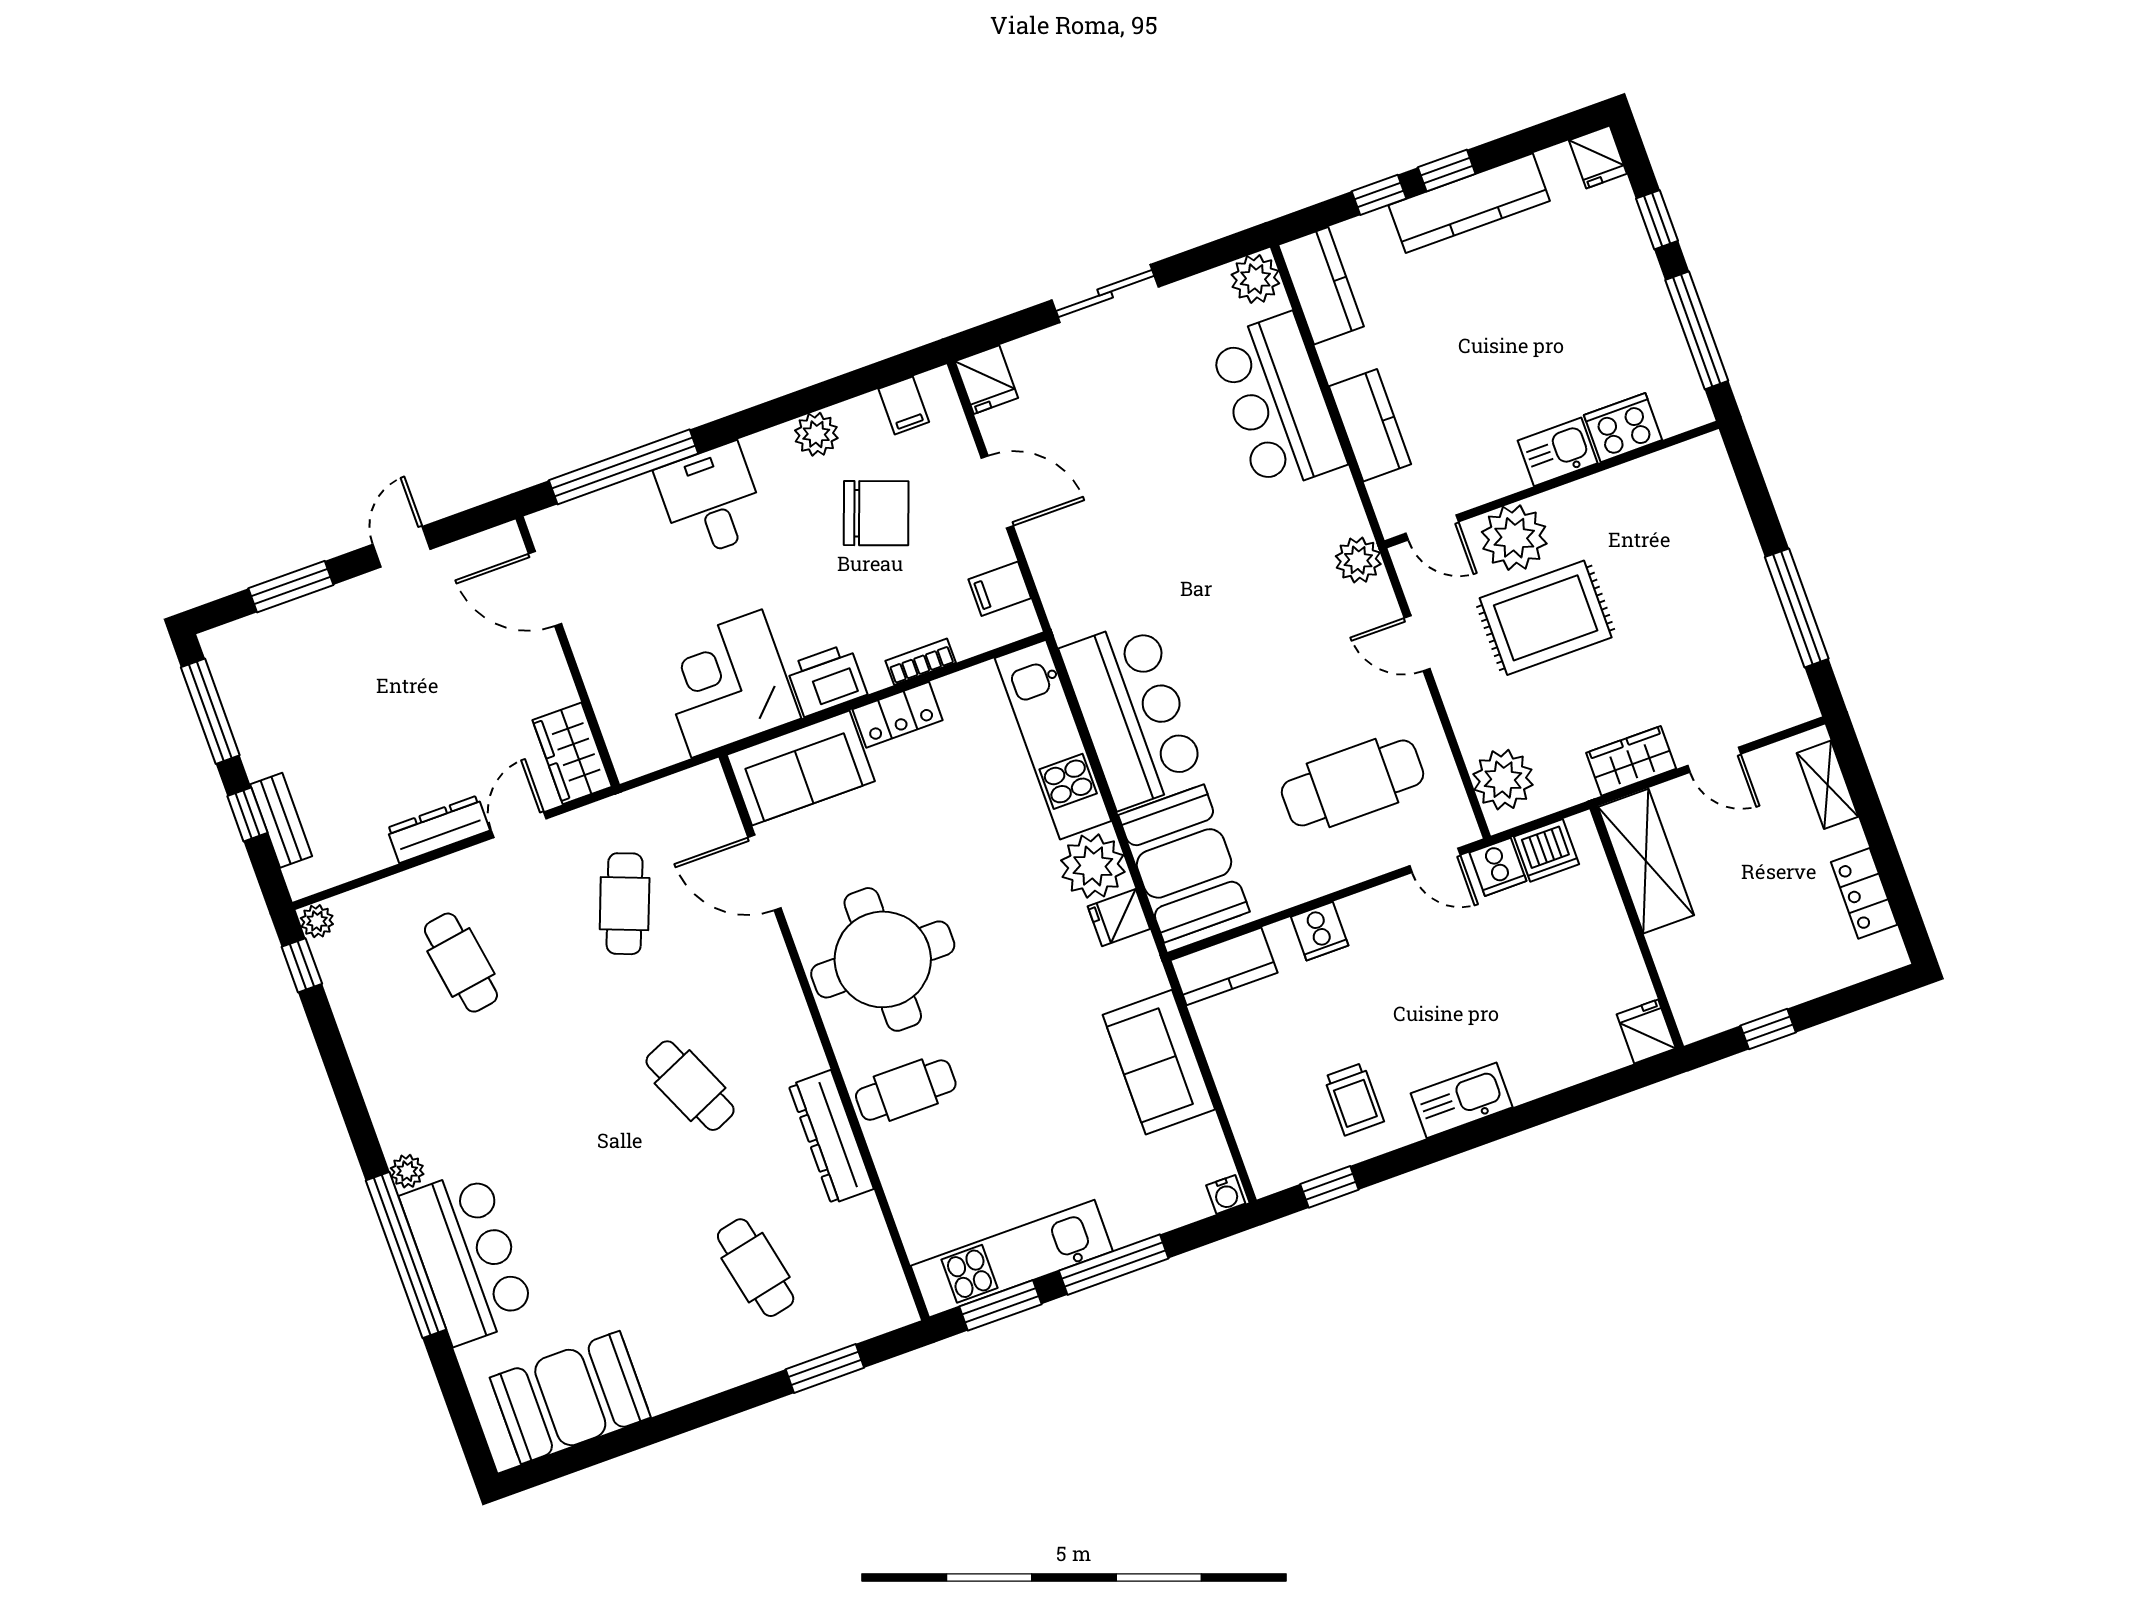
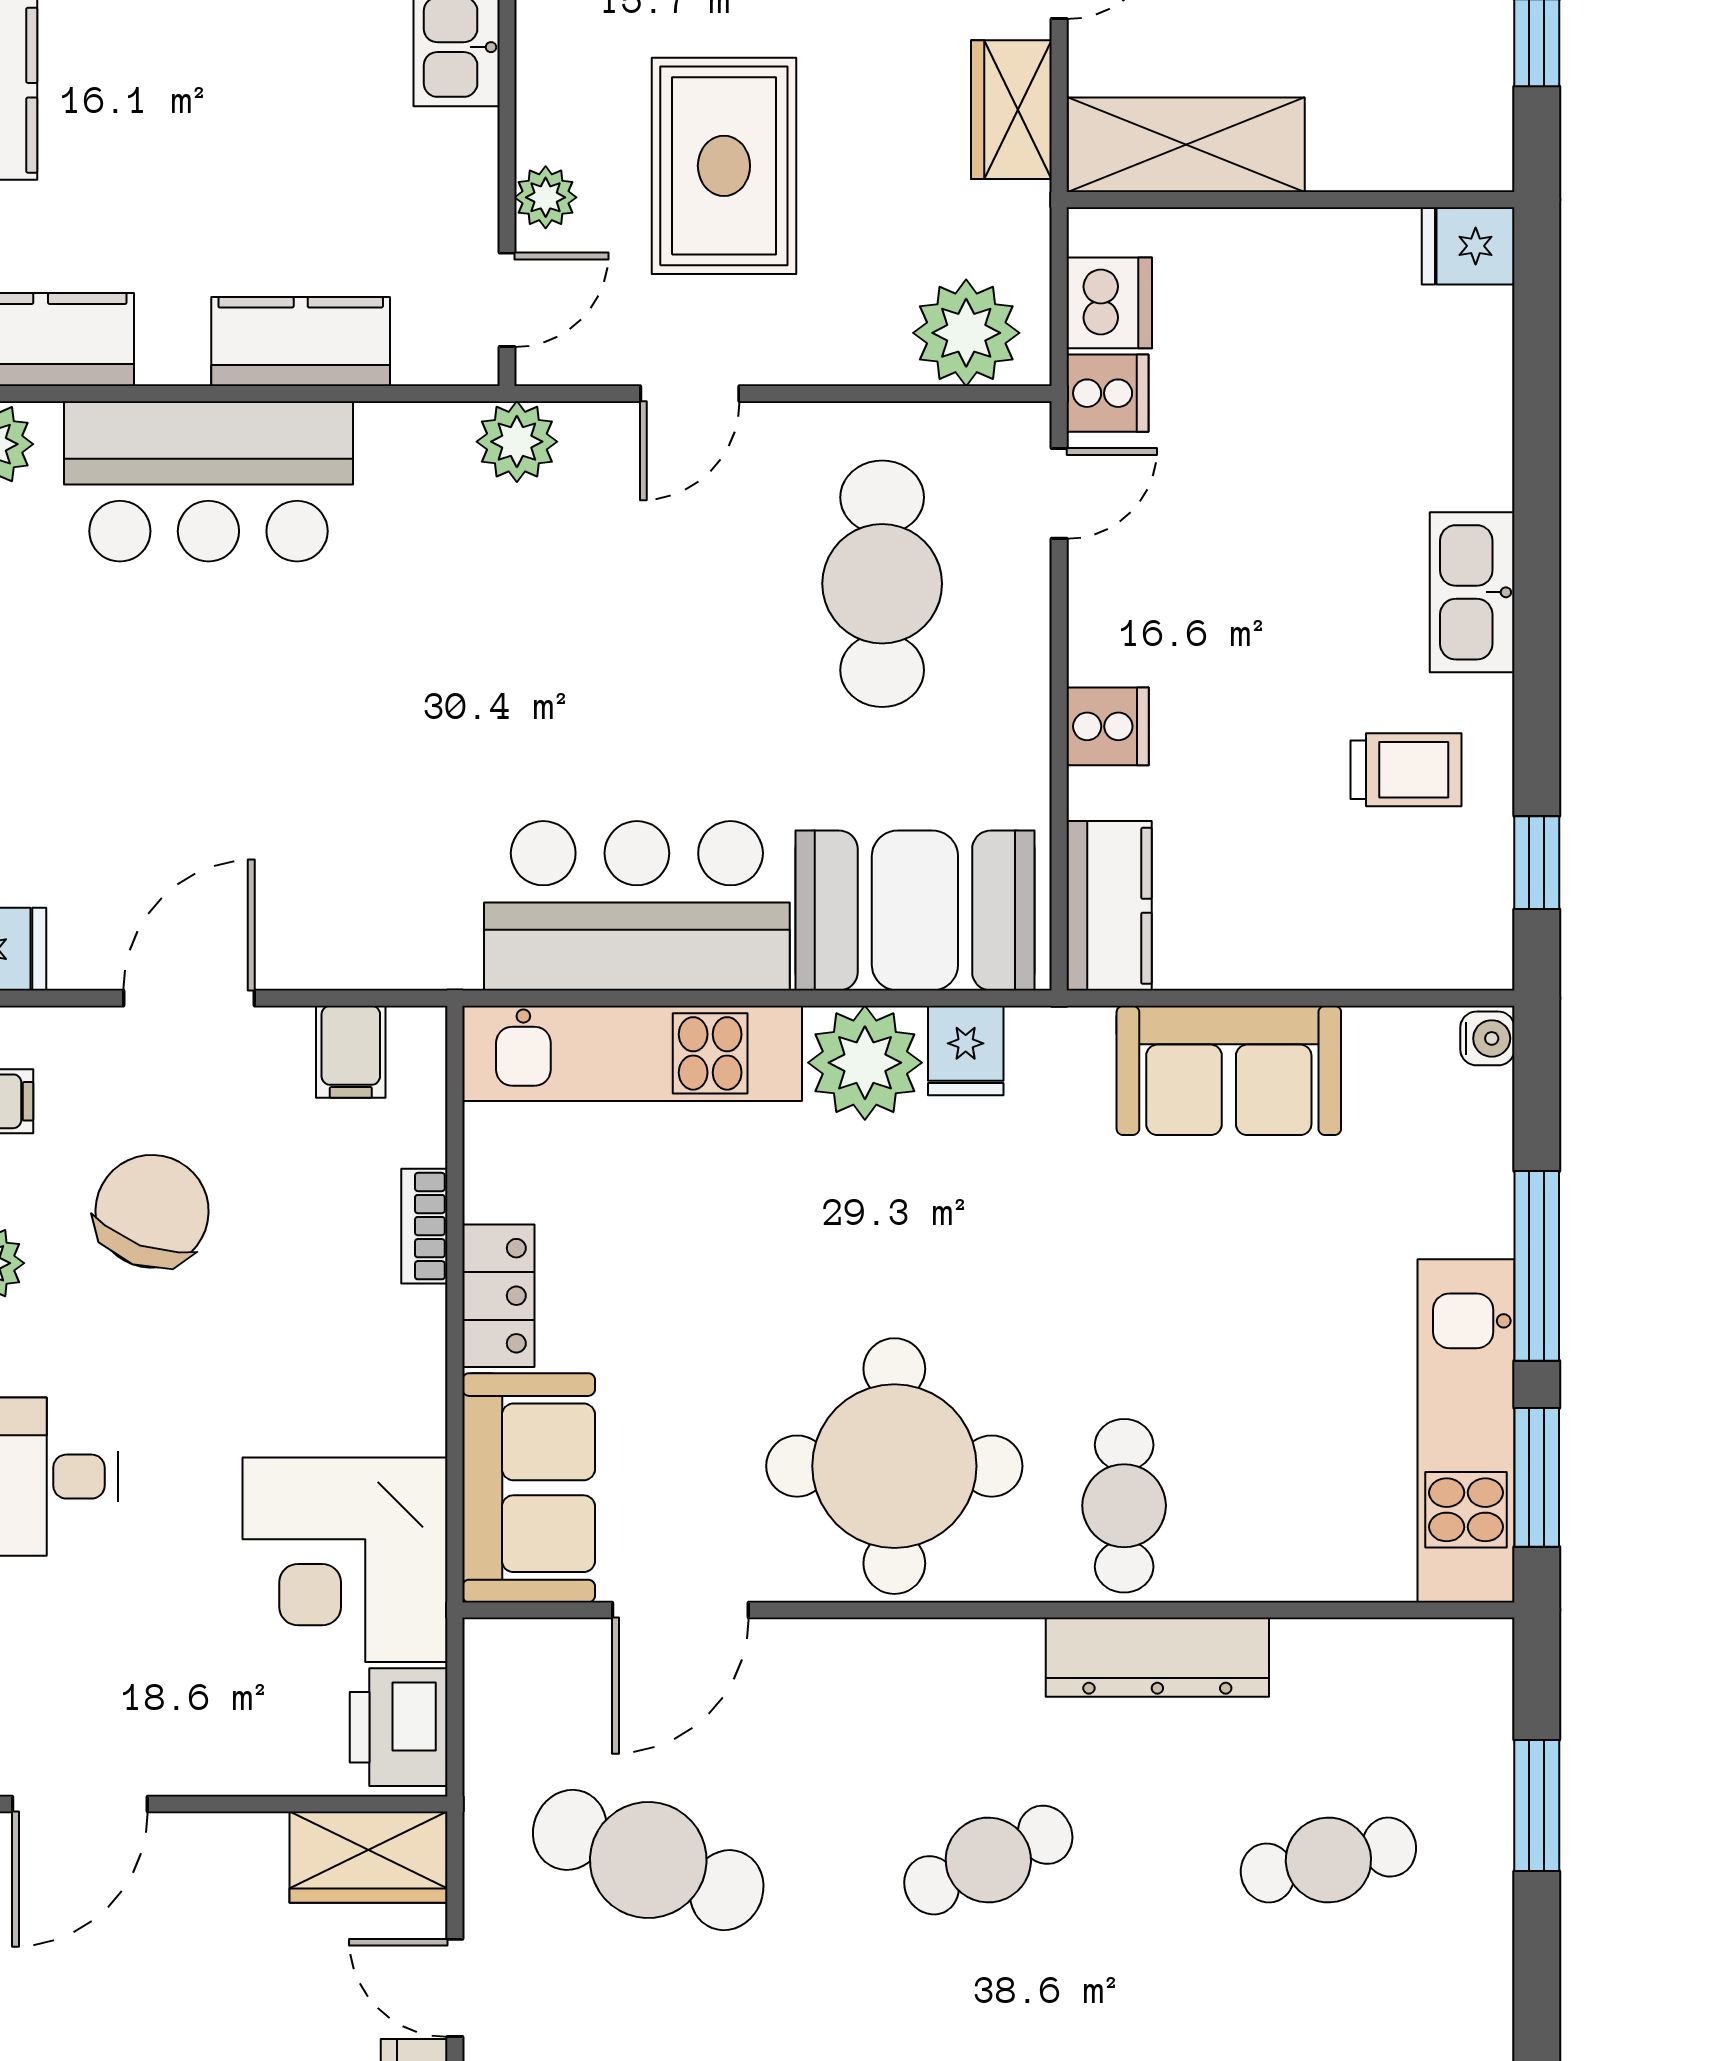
plant: (1514, 538) -> (546, 197), width x0.53, depth x0.53
printer: (827, 680) -> (399, 1727), moved
cafe table: (625, 904) -> (648, 1860), width x1.37, depth x1.35

